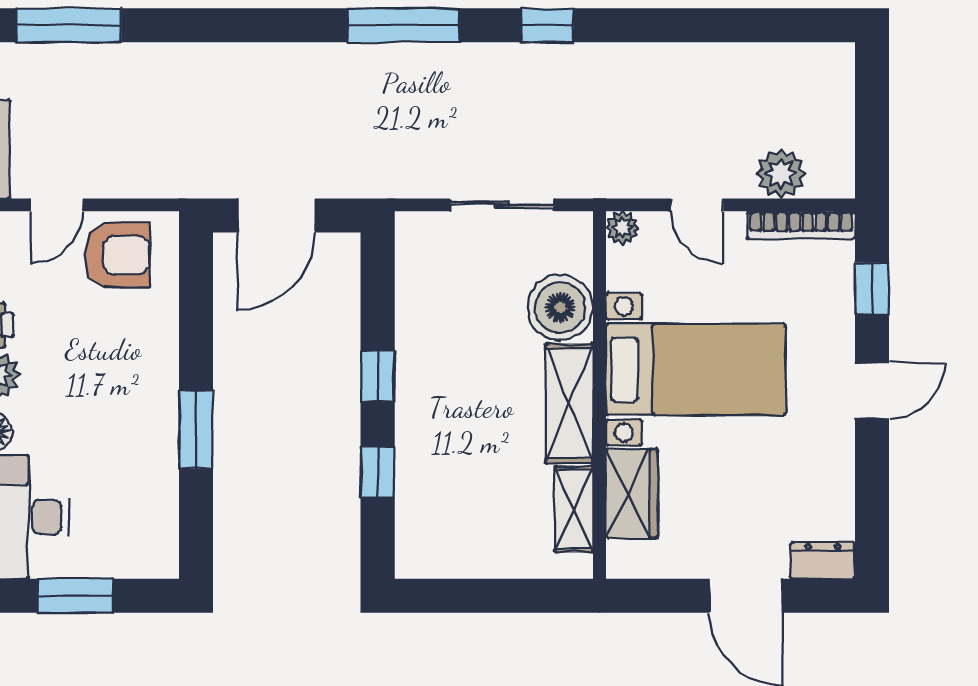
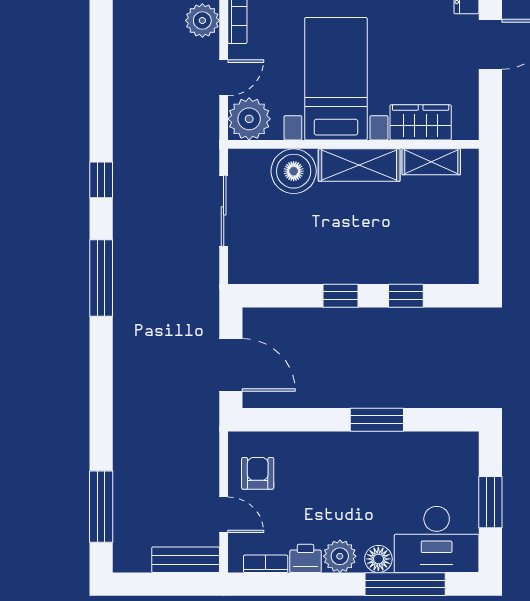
plant: (622, 228) -> (249, 119), width x1.88, depth x1.88
armchair: (117, 255) -> (258, 473), width x0.72, depth x0.72

